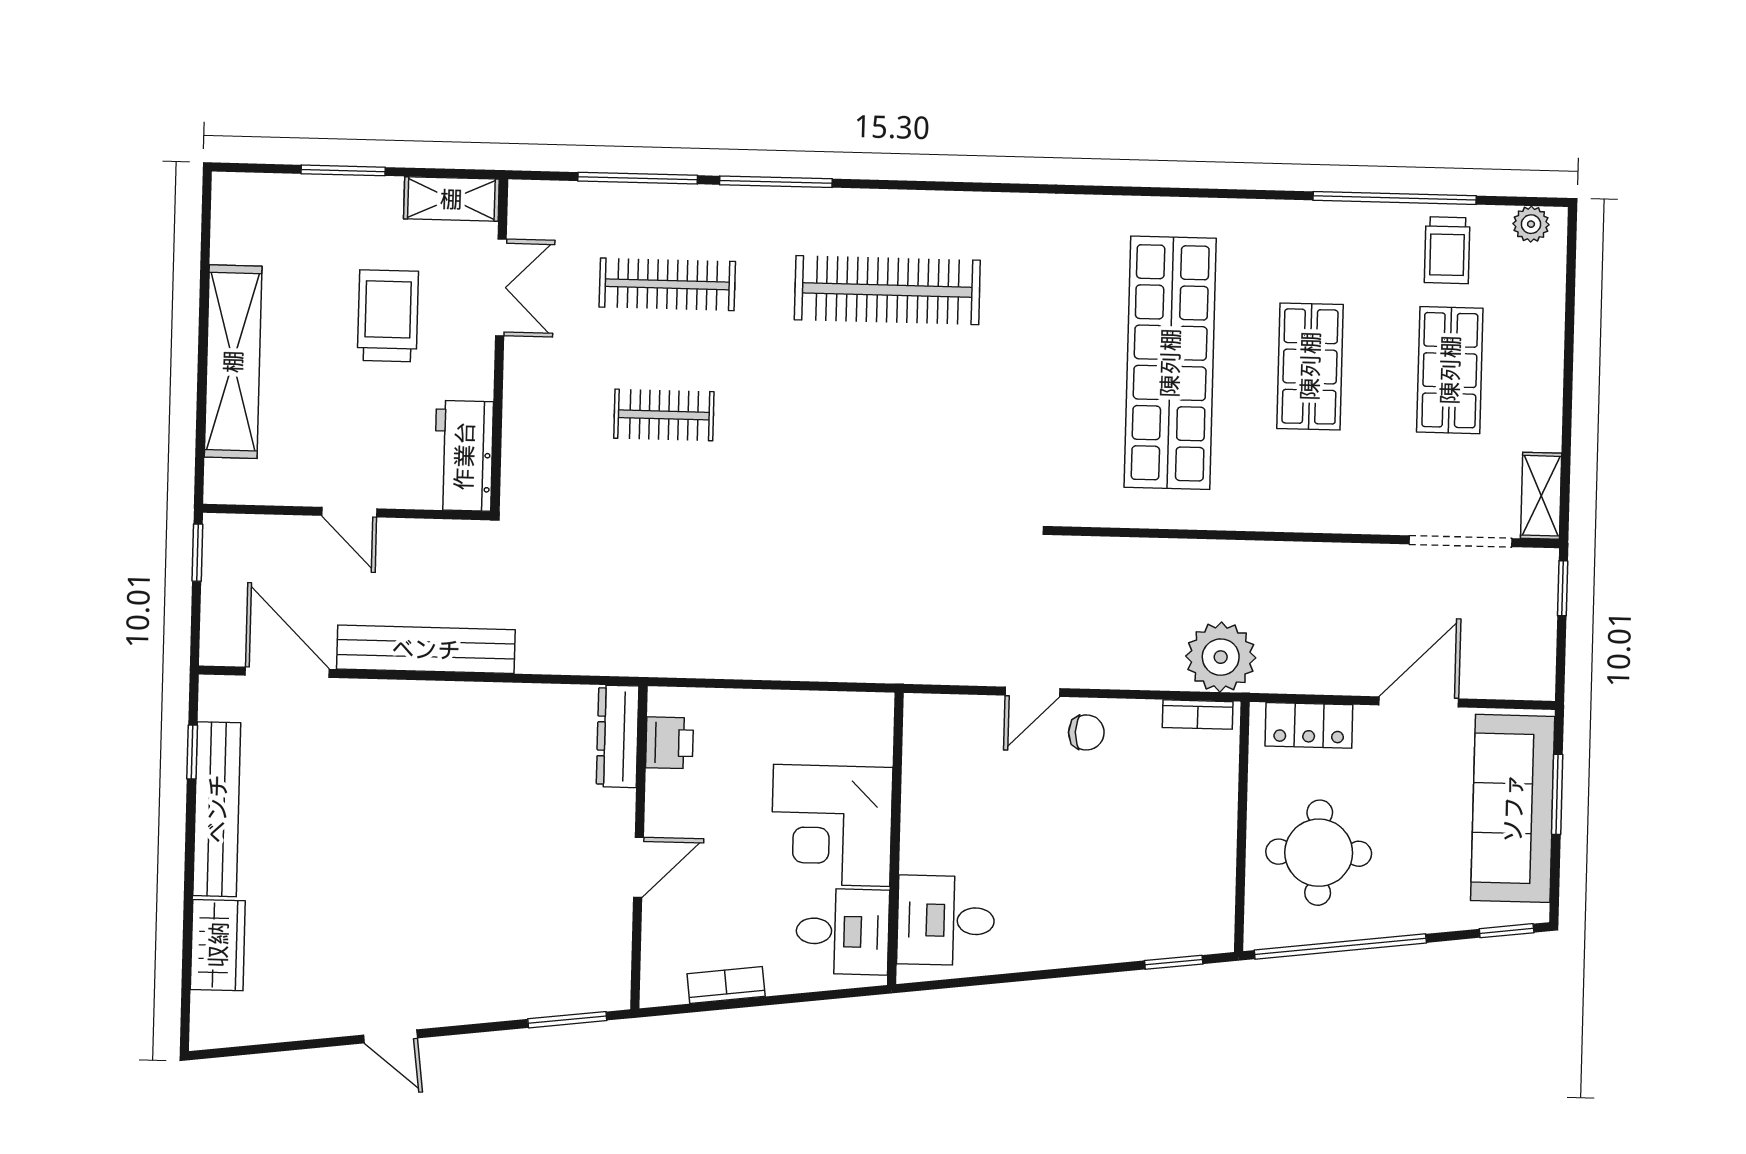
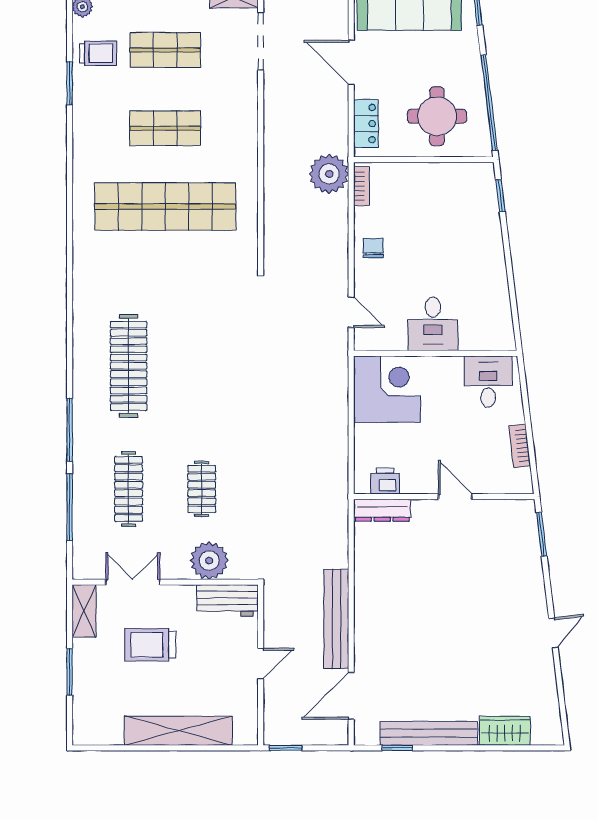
window: (1395, 198) -> (70, 83), width x0.47
plant: (536, 425) -> (209, 561), added
door: (1032, 692) -> (351, 312), moved
corner desk: (832, 825) -> (387, 389), moved, turned -90
desk: (946, 920) -> (433, 324), moved

